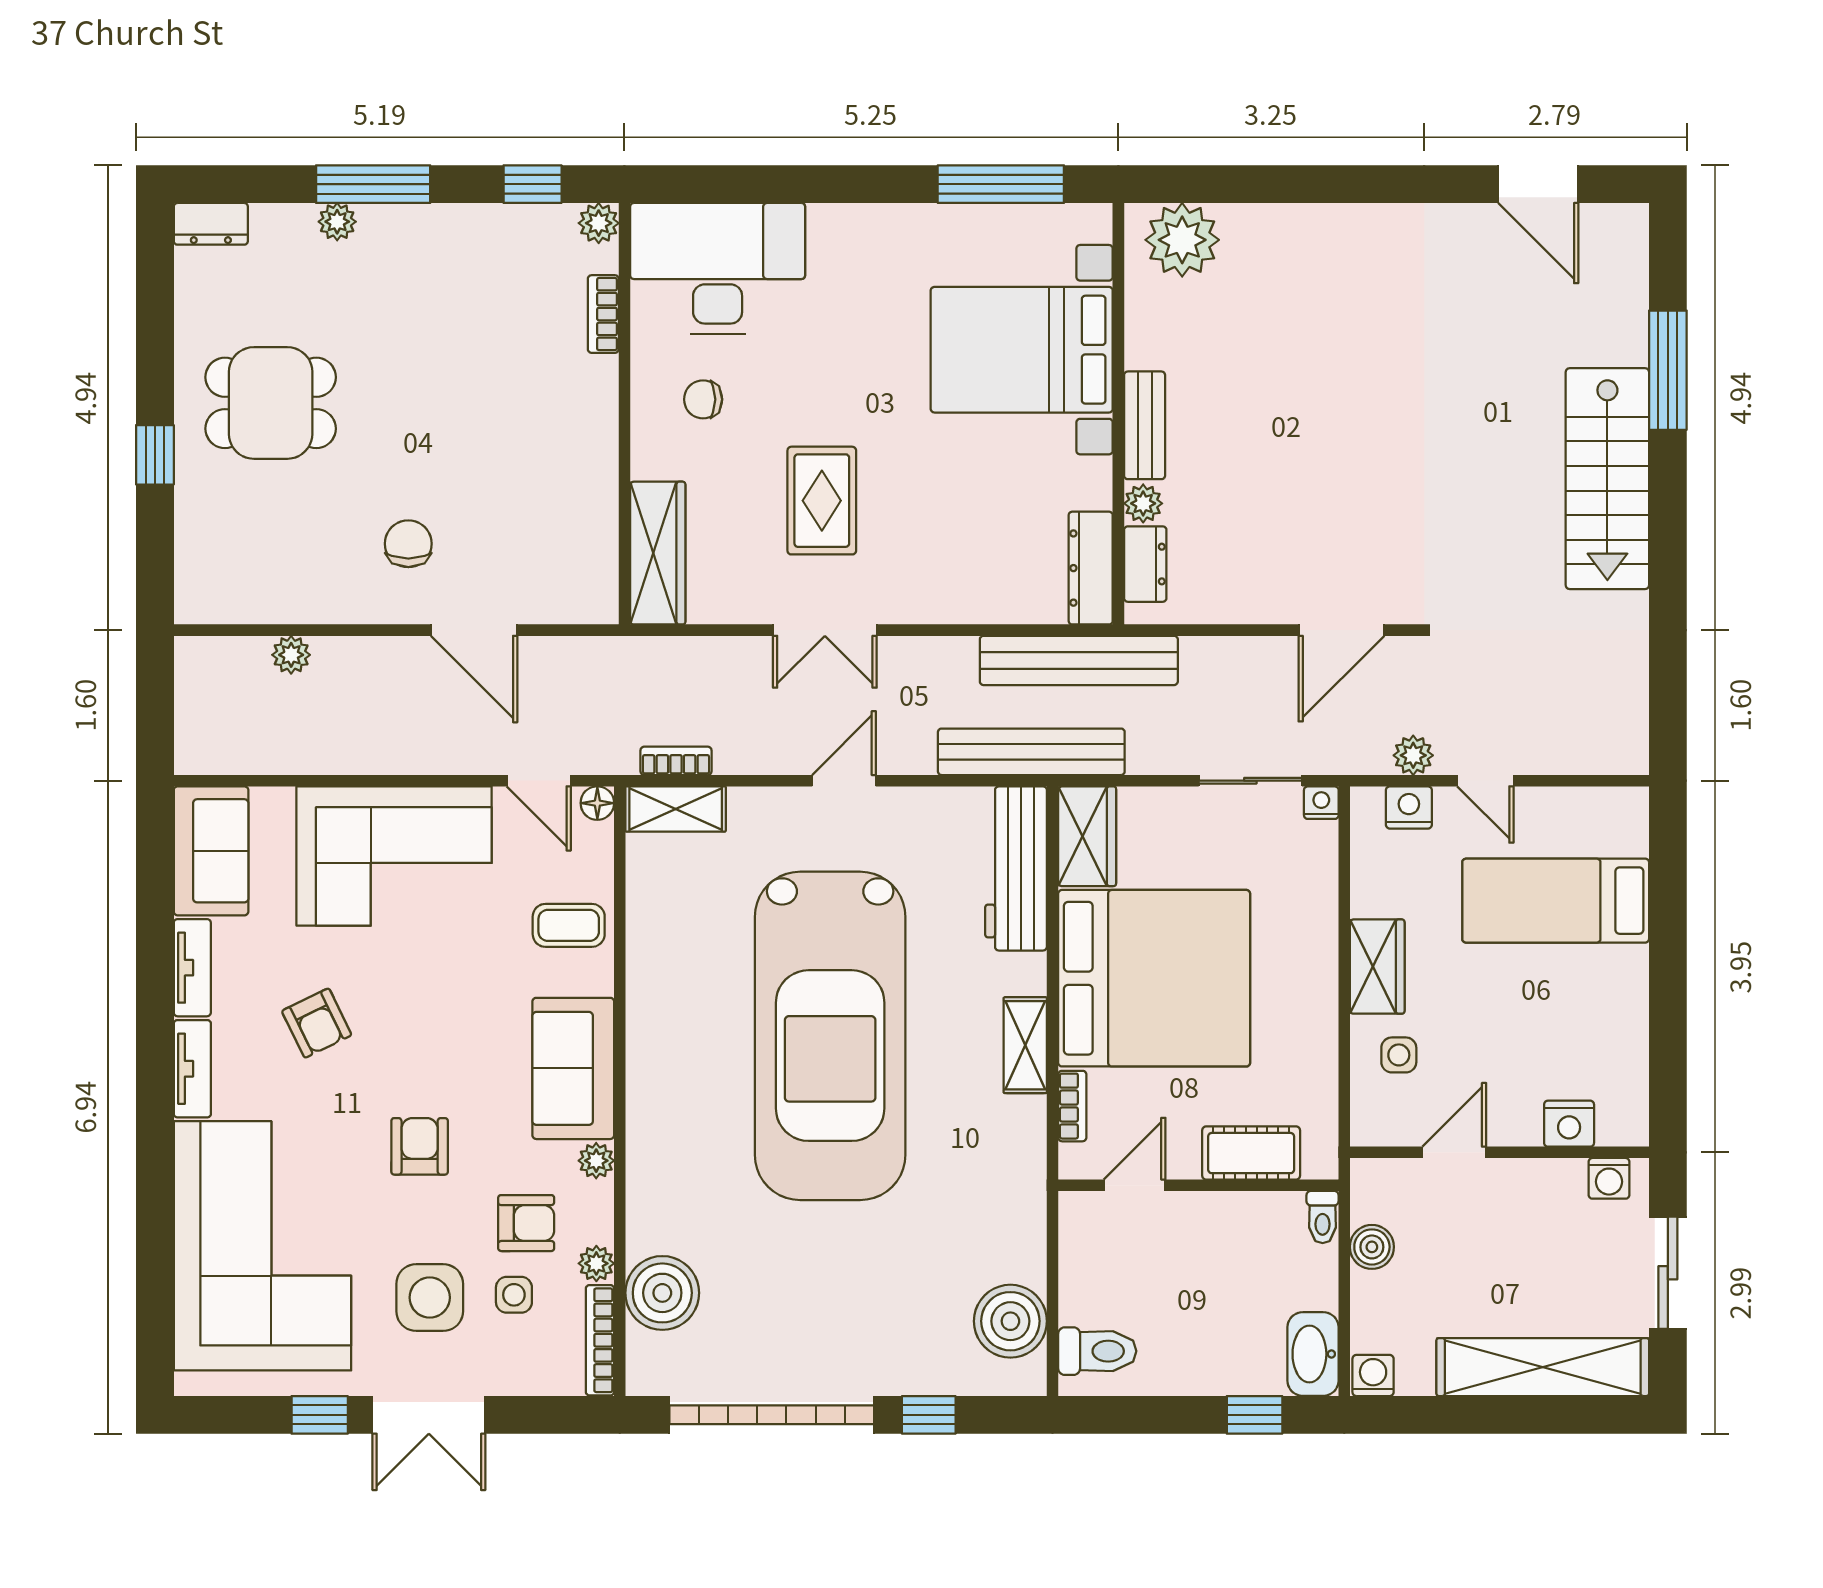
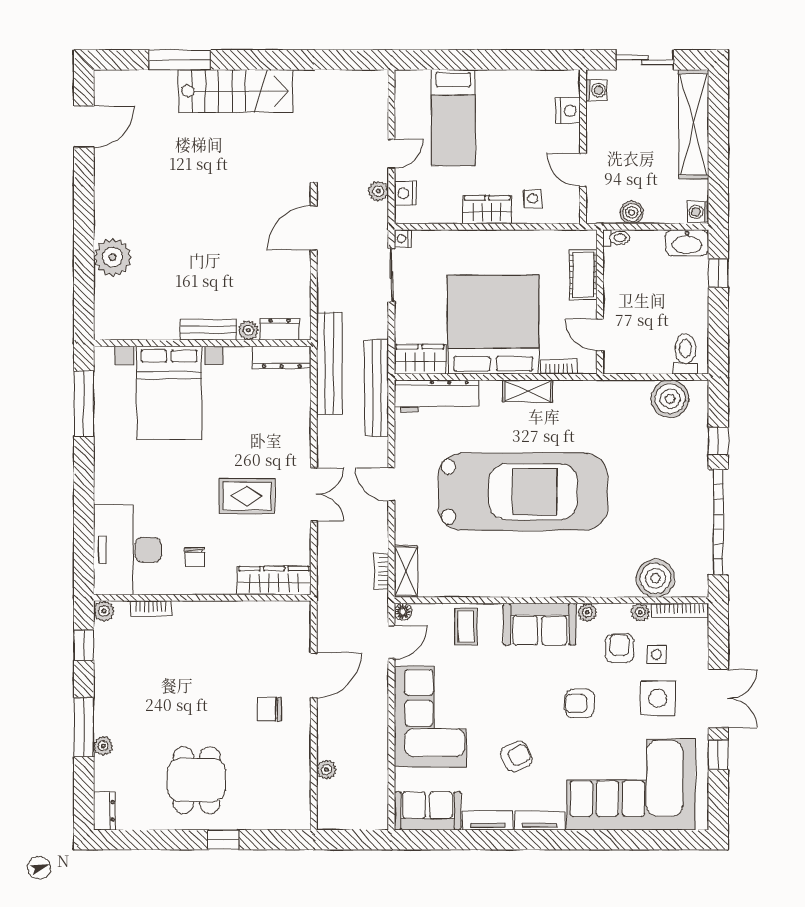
plant: (1182, 240) -> (113, 257), moved
door: (1341, 630) -> (314, 228), swing flipped

